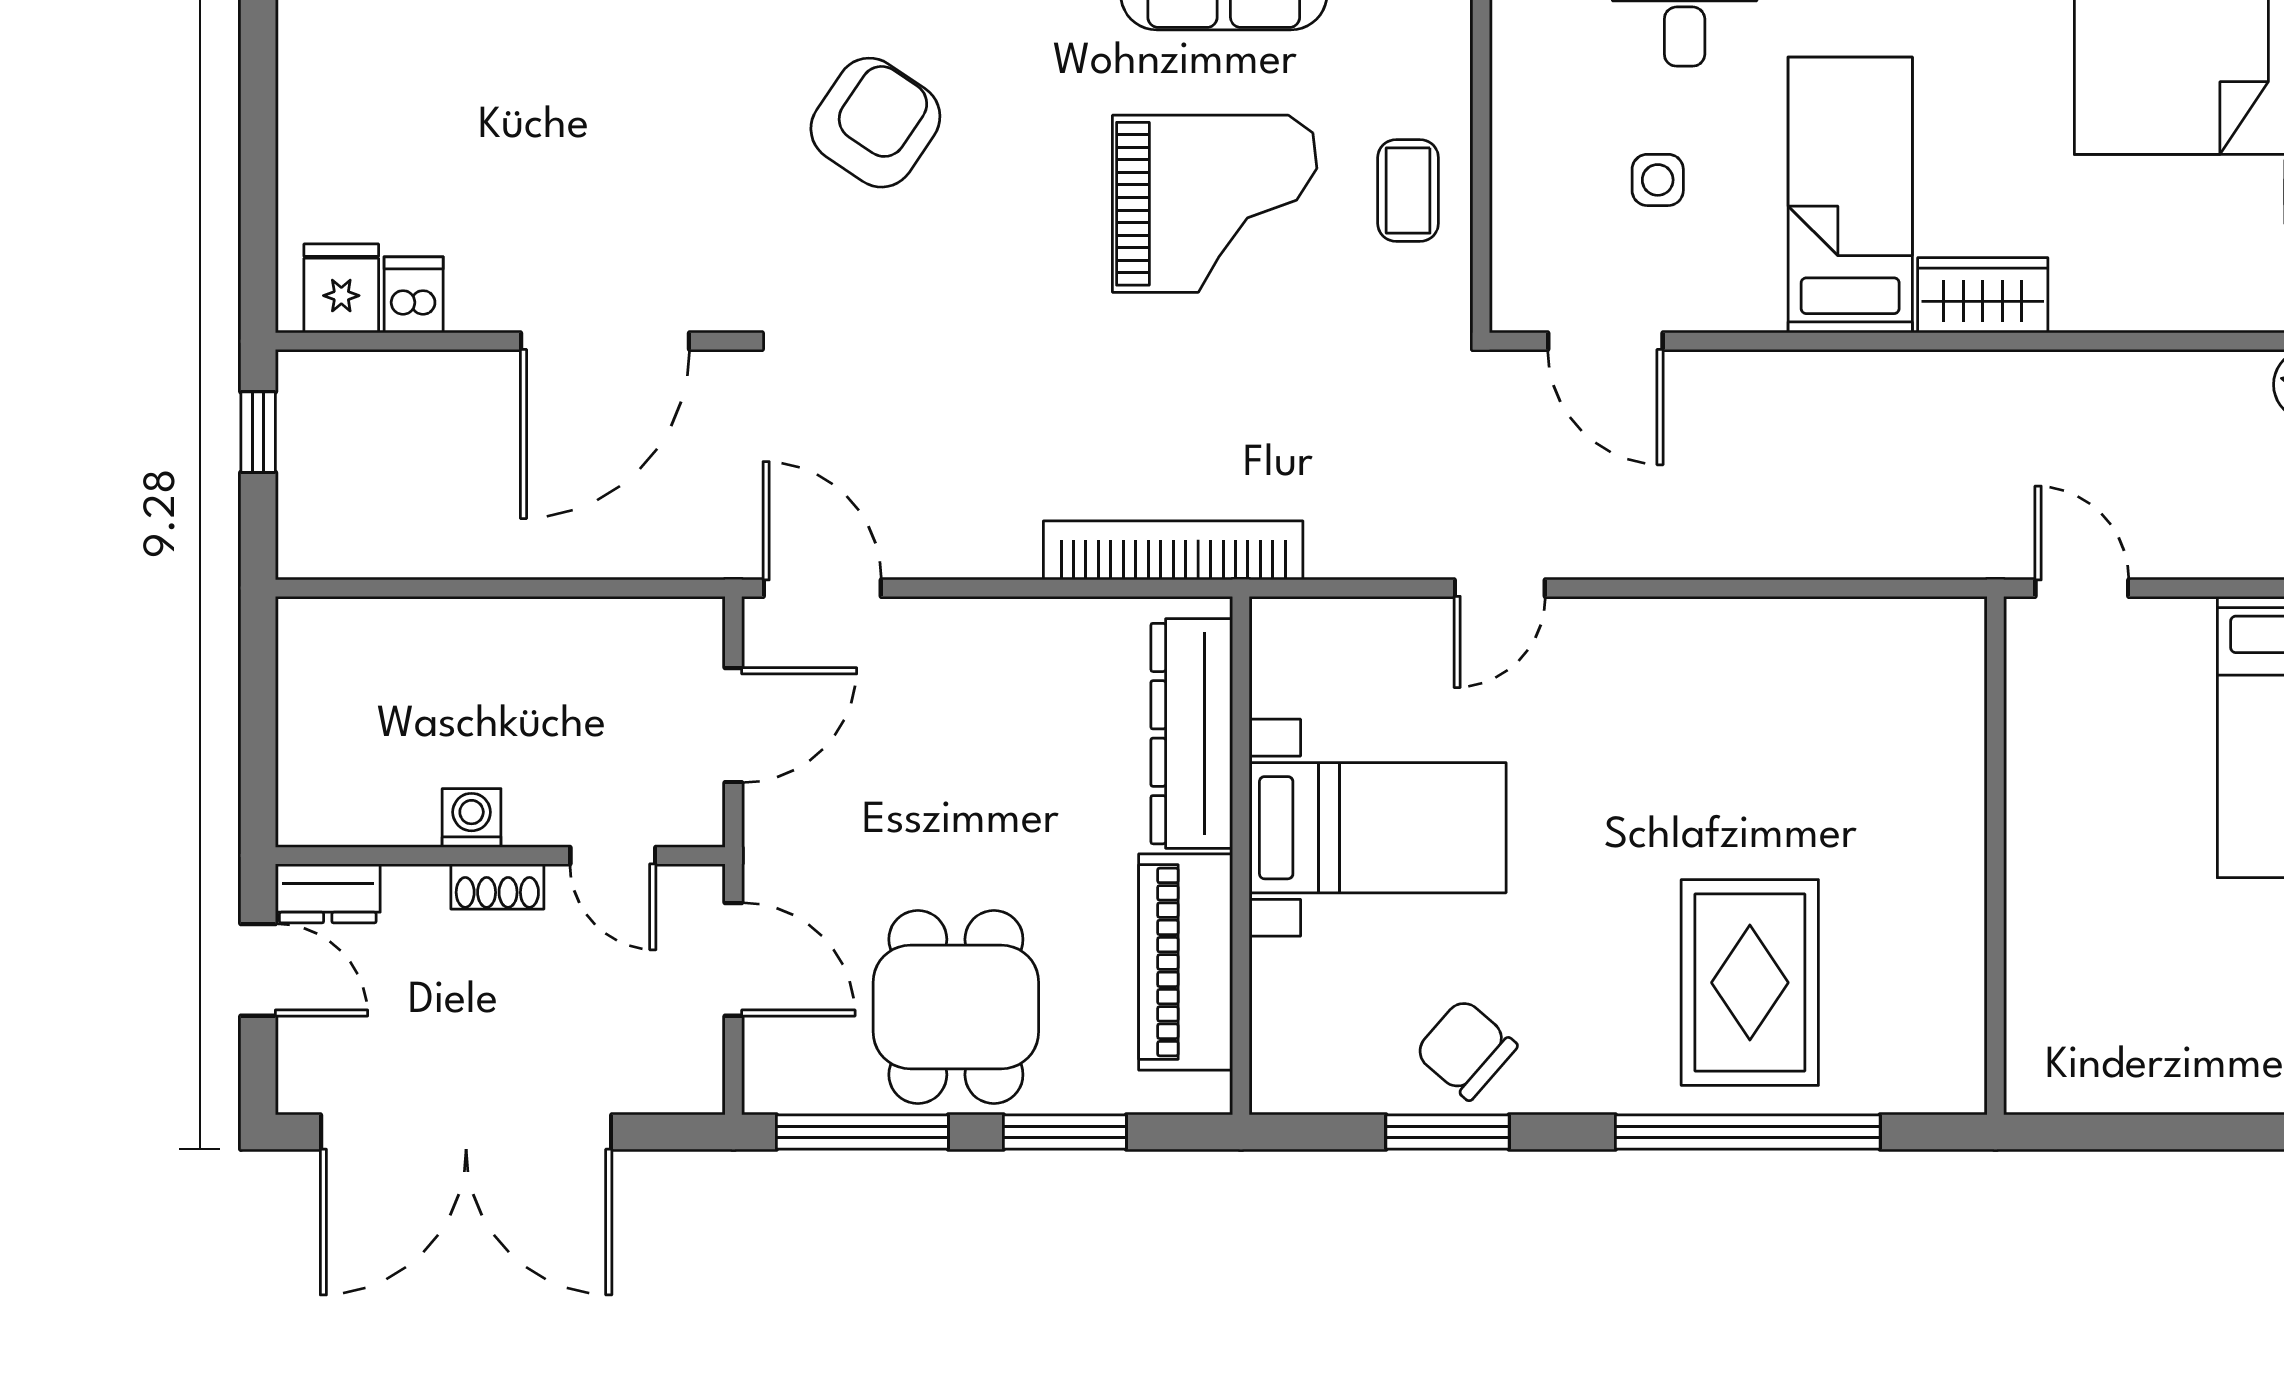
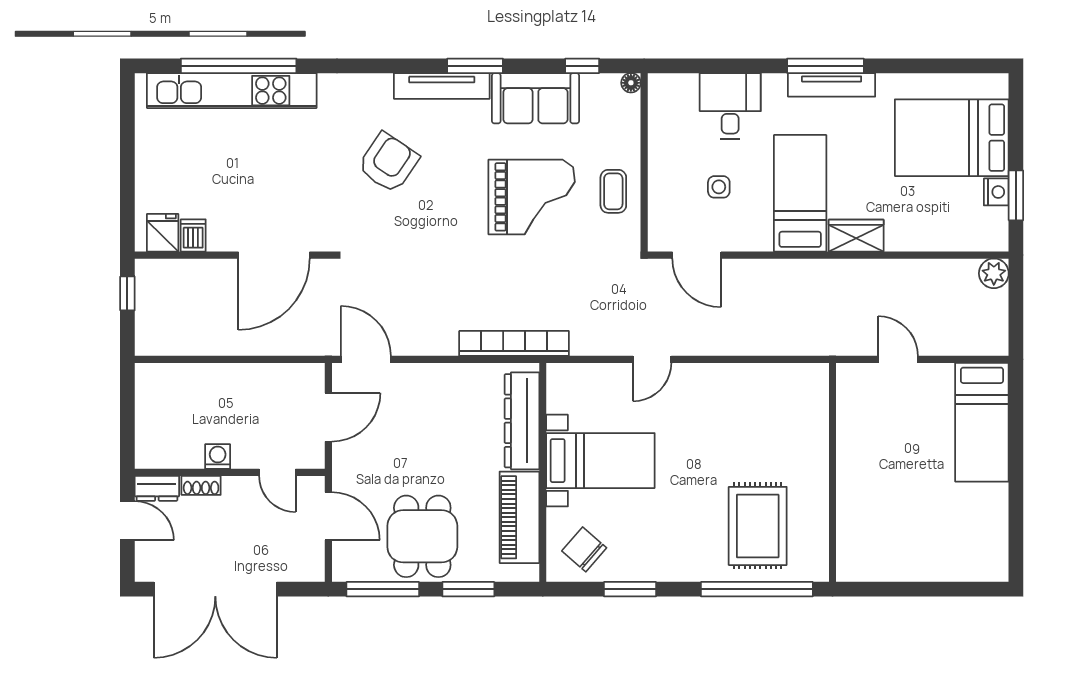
wall: (1995, 856) -> (833, 472), moved
shoe rack: (497, 886) -> (201, 485), moved
chair: (1466, 1049) -> (584, 549), moved

